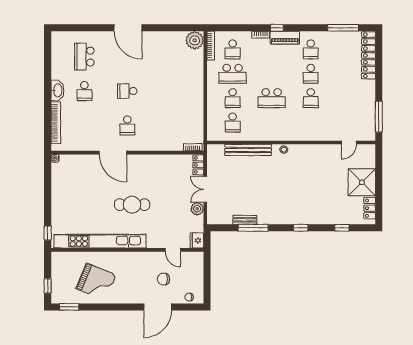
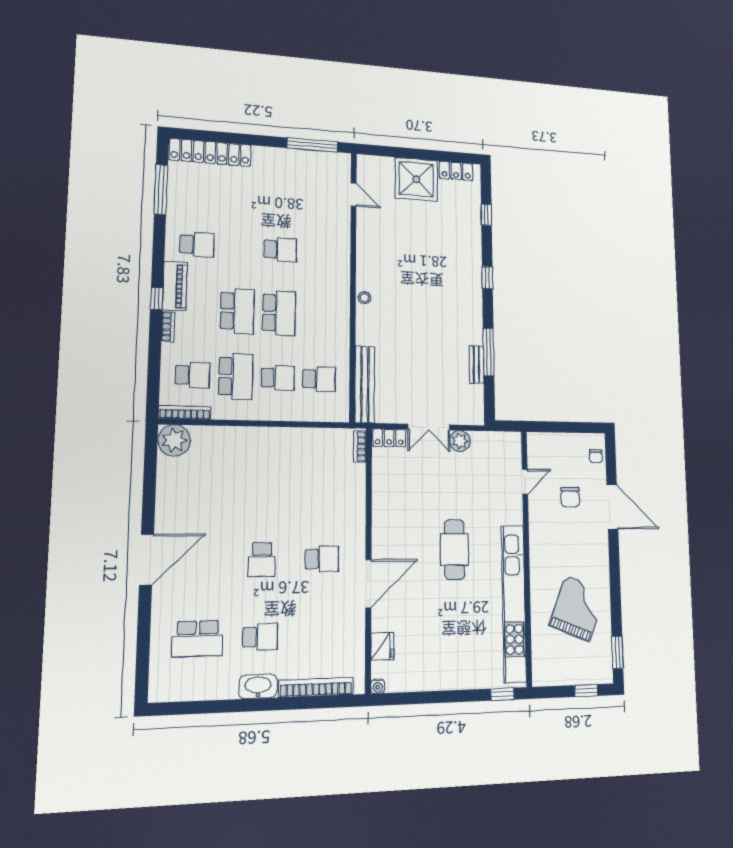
school desk: (311, 74) -> (237, 311), moved, width x1.85
bench: (248, 150) -> (365, 384), moved
fridge: (197, 240) -> (382, 646), moved, turned -90

